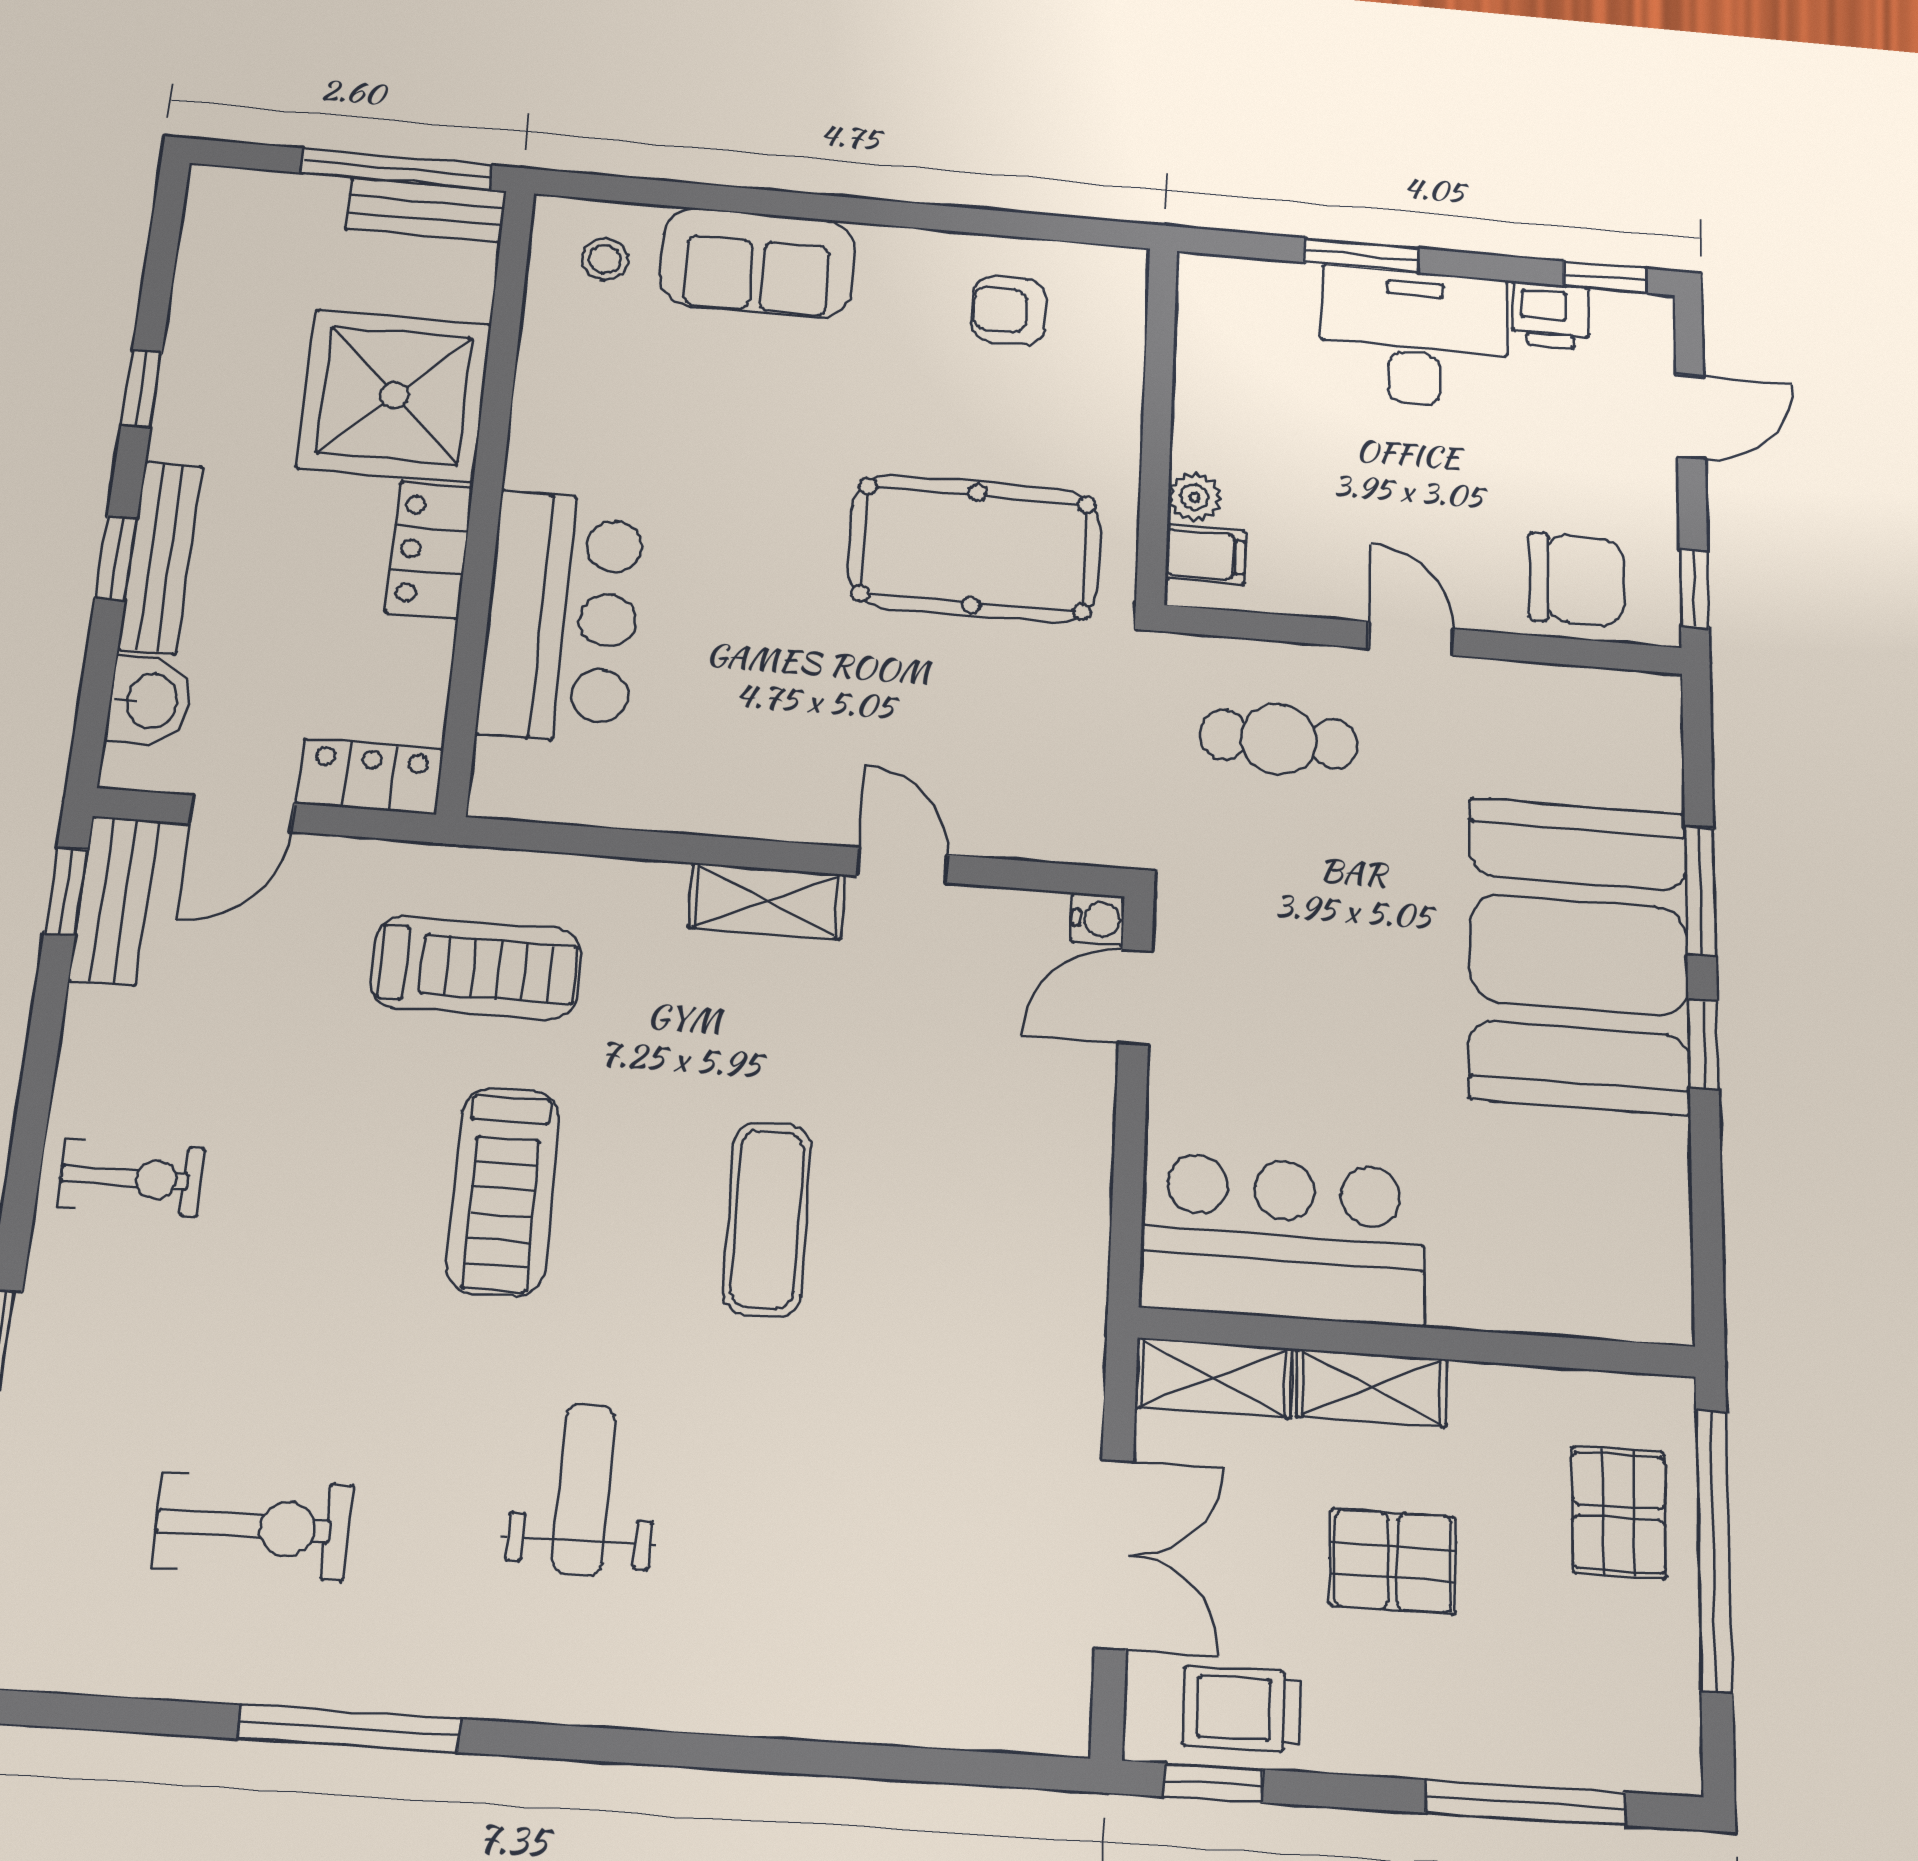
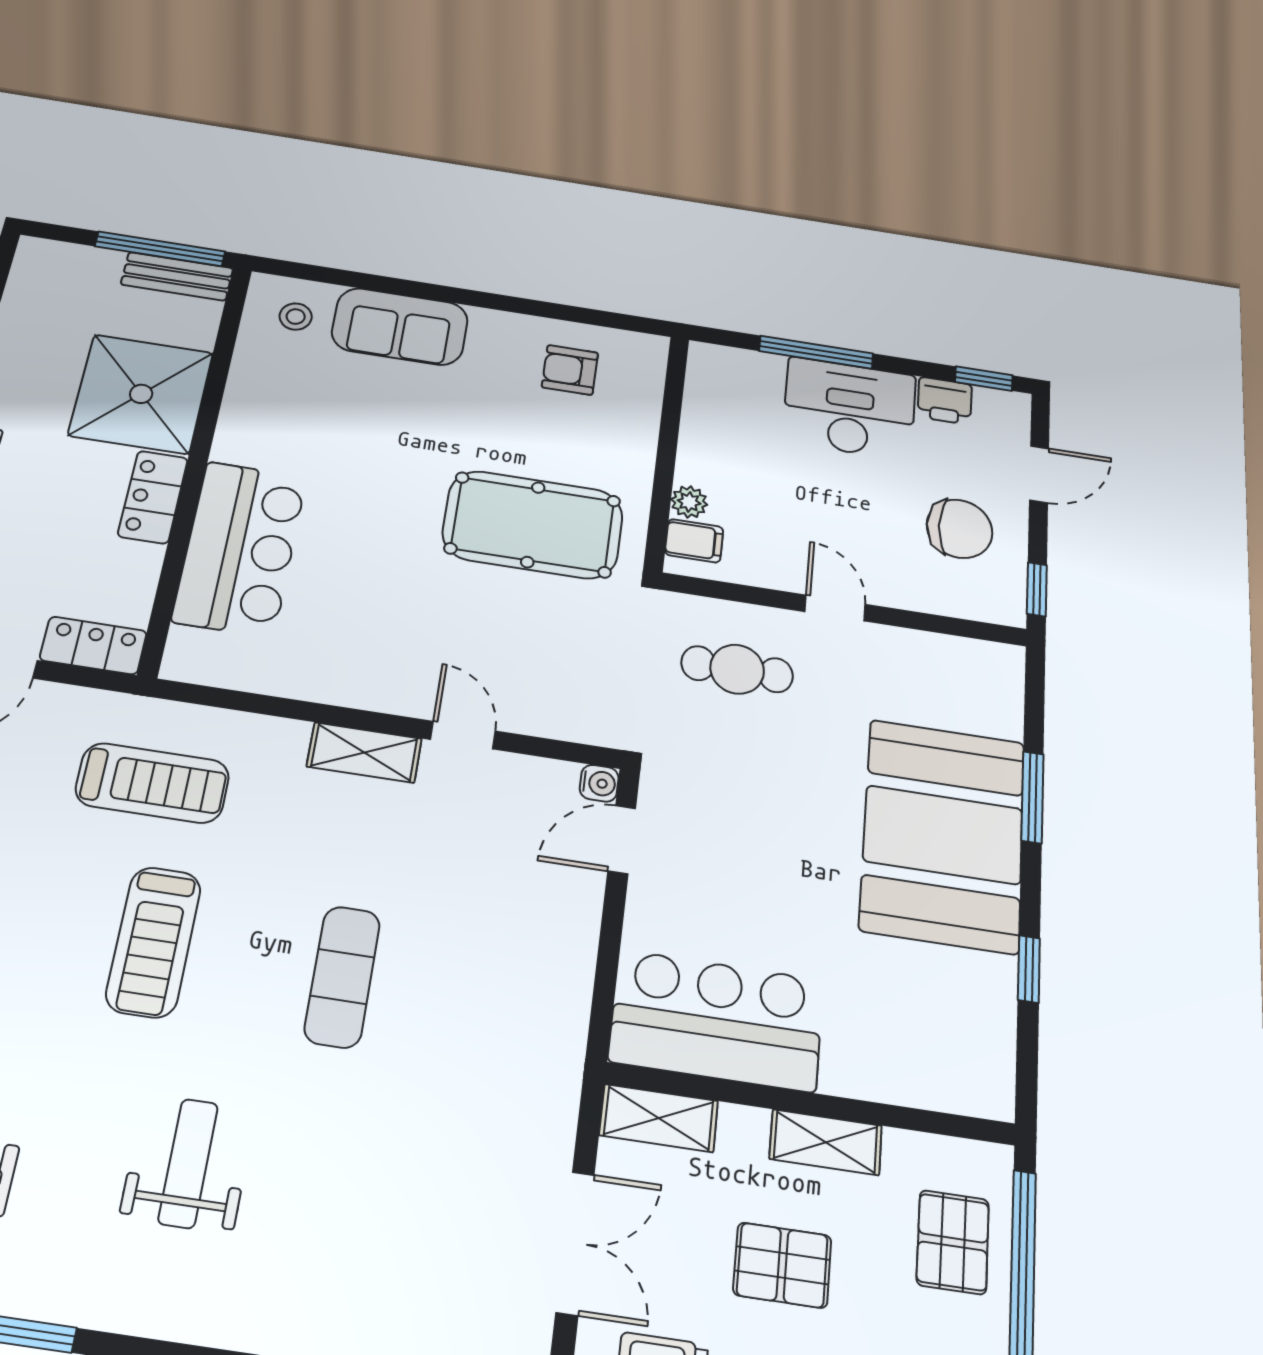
window: (1362, 255) -> (816, 352), width x1.44
chair: (1576, 579) -> (960, 529), moved
window: (1703, 1044) -> (1029, 969), moved
shelving: (1372, 1388) -> (826, 1142), moved

